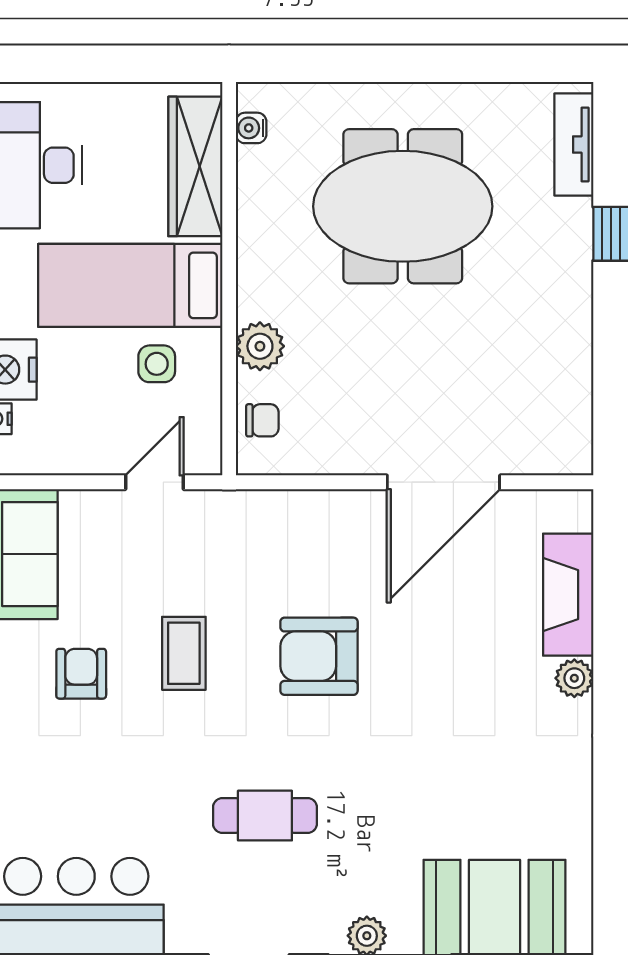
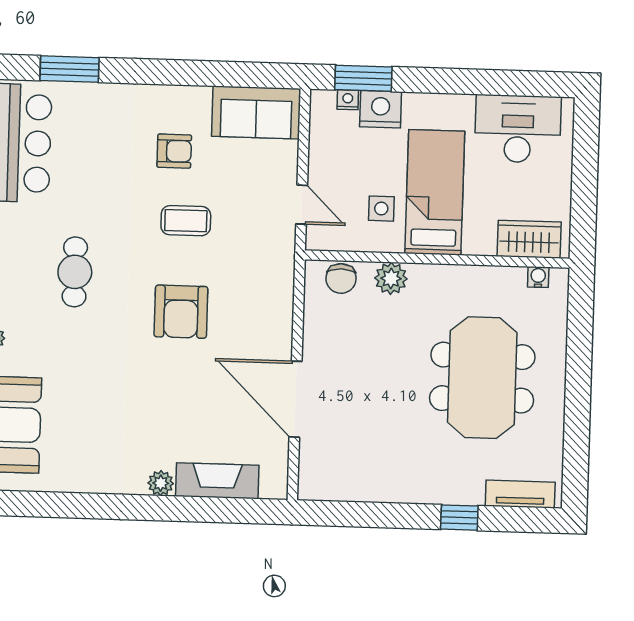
wardrobe: (195, 166) -> (529, 239), width x0.67
chair: (262, 420) -> (341, 278), width x1.37, depth x1.37
armchair: (319, 656) -> (181, 312), turned 180

